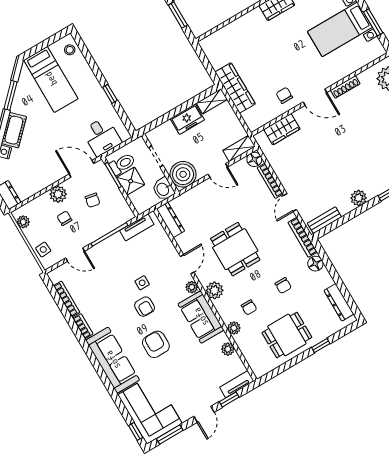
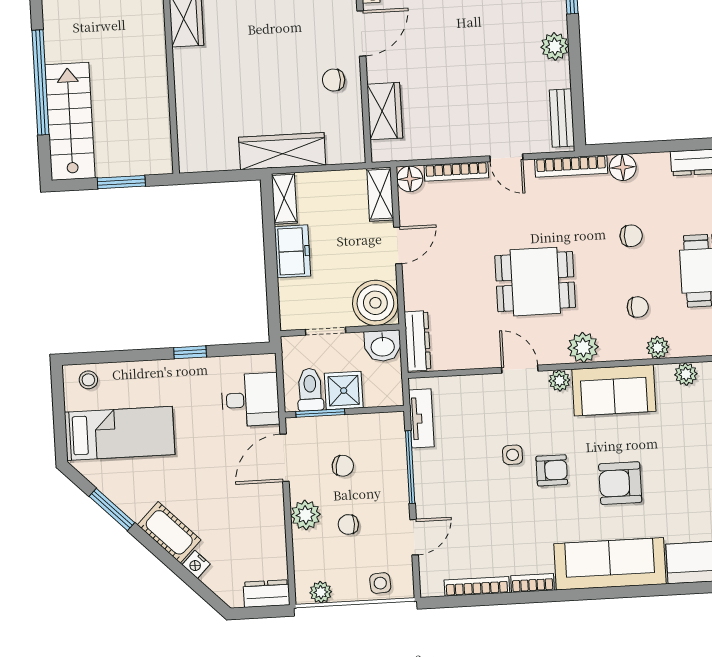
dresser: (170, 220) -> (417, 341), moved, turned 90

